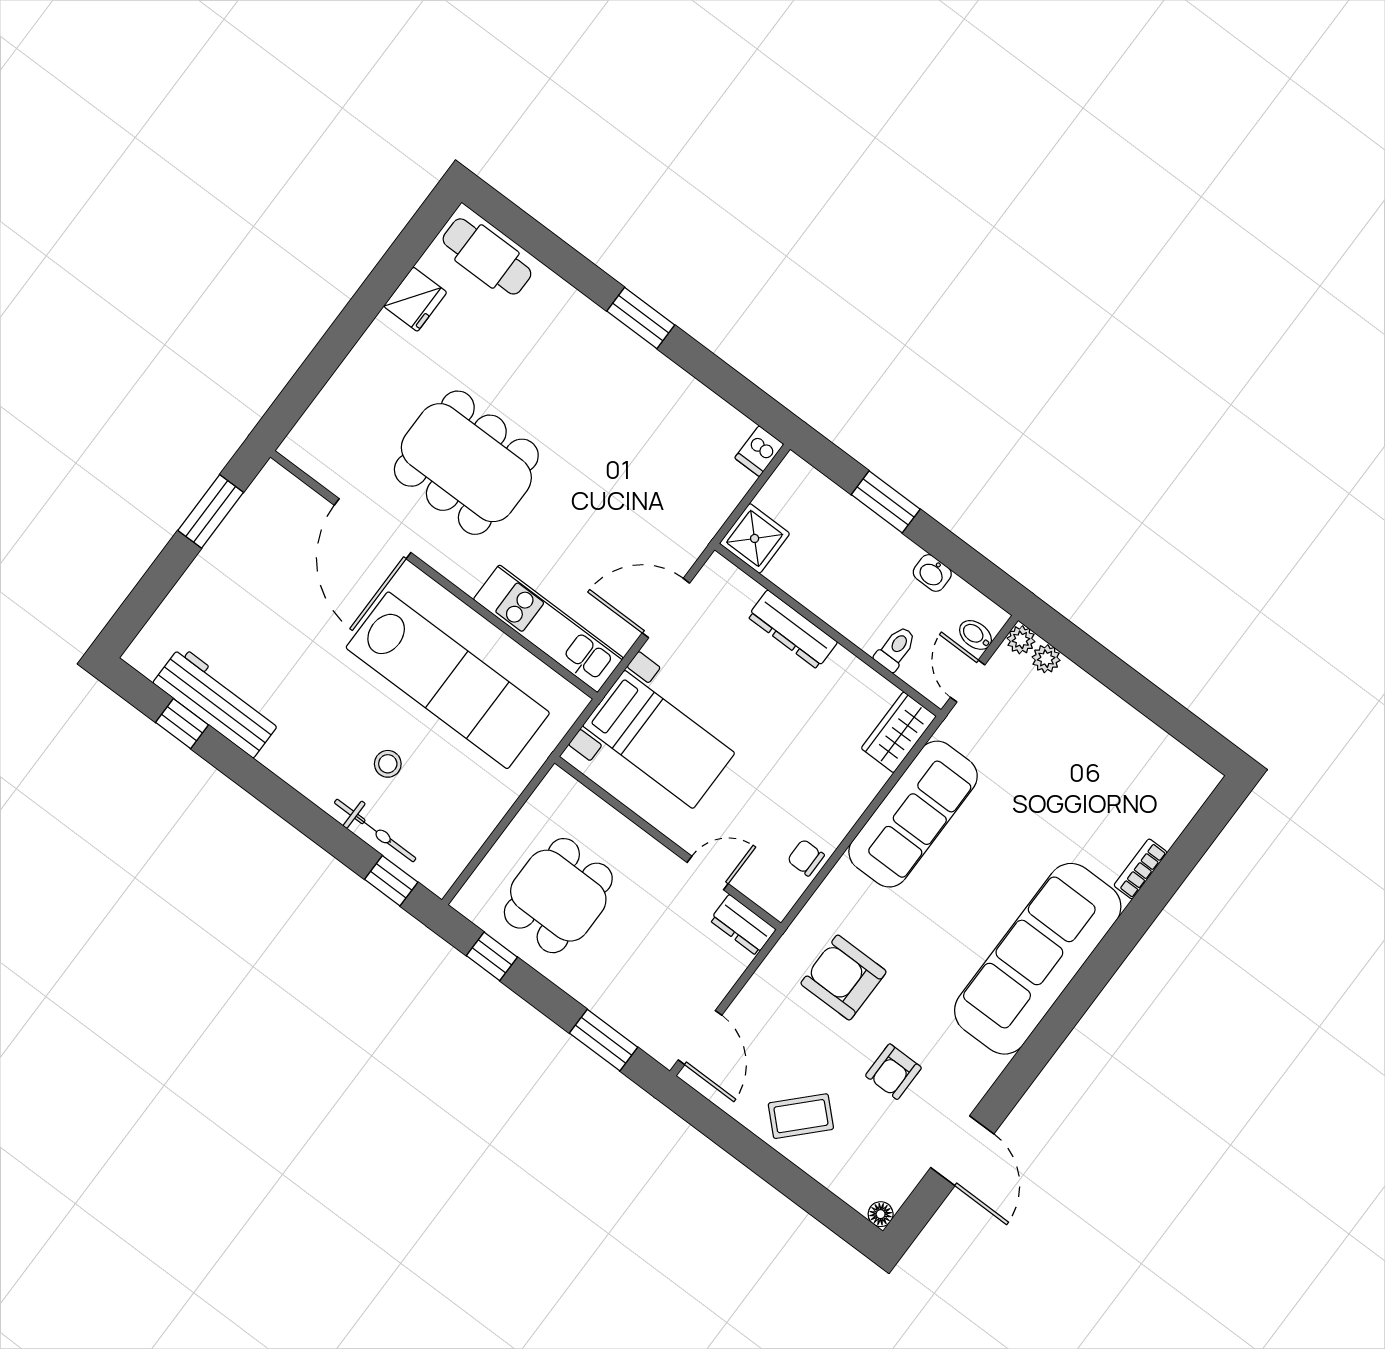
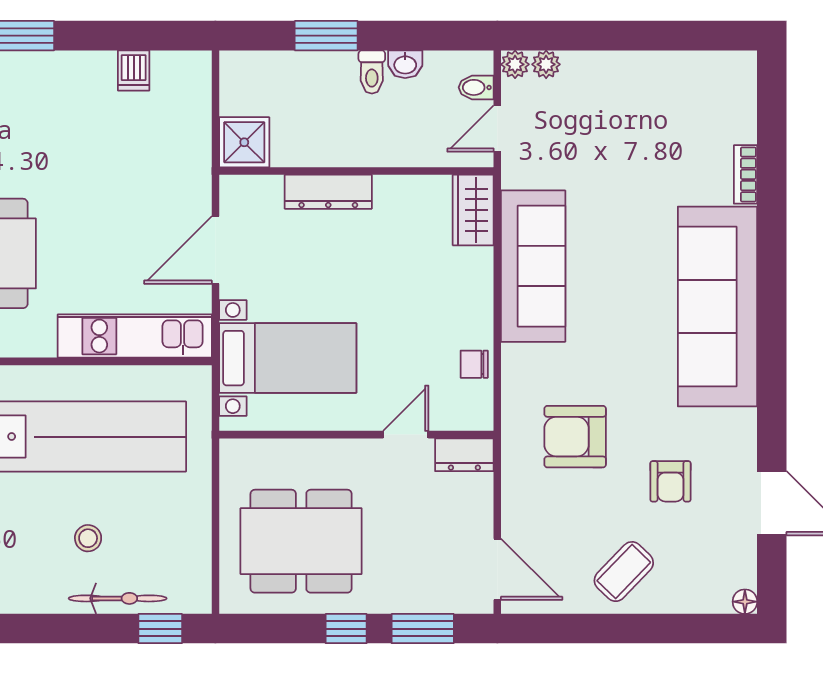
dishwasher: (759, 451) -> (134, 70), moved
toilet: (896, 649) -> (372, 72), moved, turned 180
door: (968, 681) -> (497, 129), hinge flipped
dining table: (558, 896) -> (301, 541), width x1.38
window: (492, 956) -> (346, 629), moved

